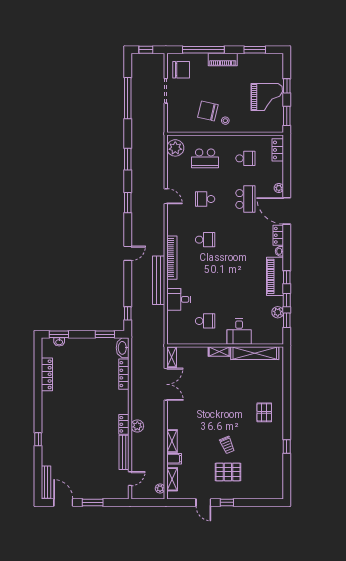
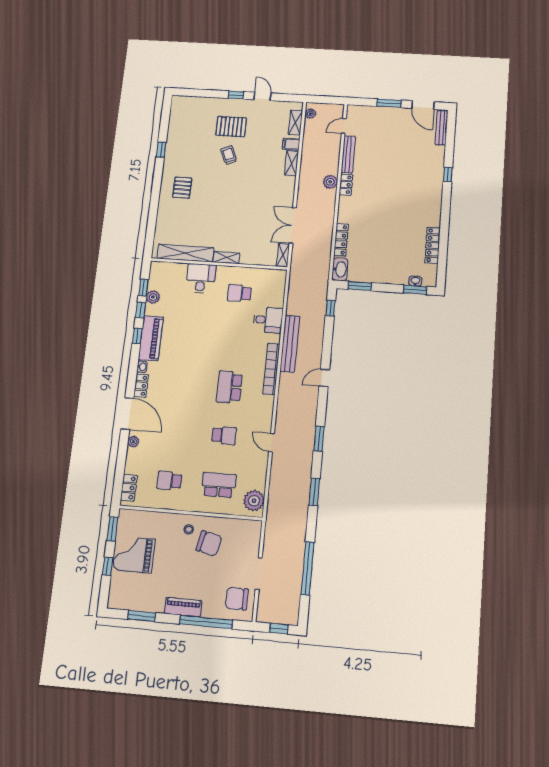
school desk: (245, 199) -> (175, 432), removed
school desk: (205, 240) -> (229, 387), width x1.85

